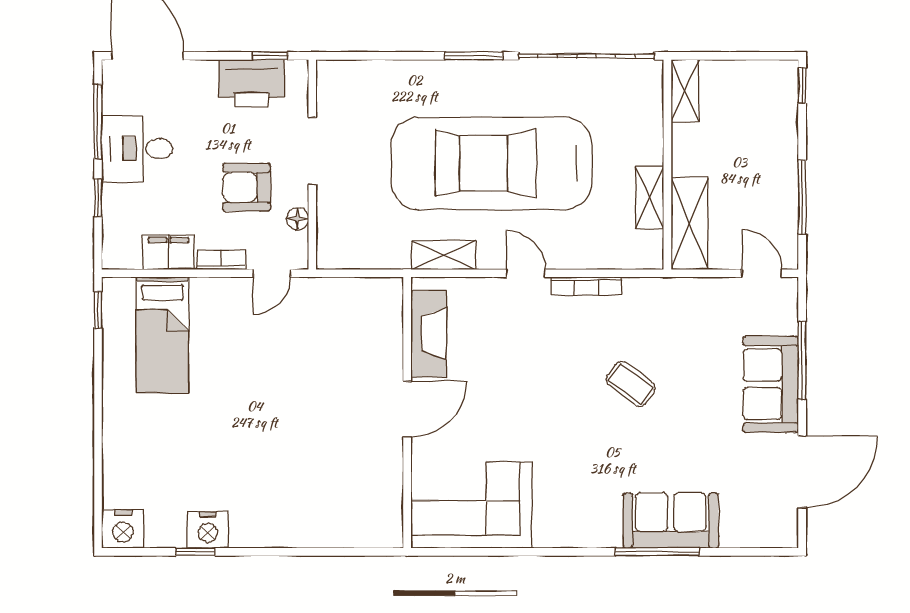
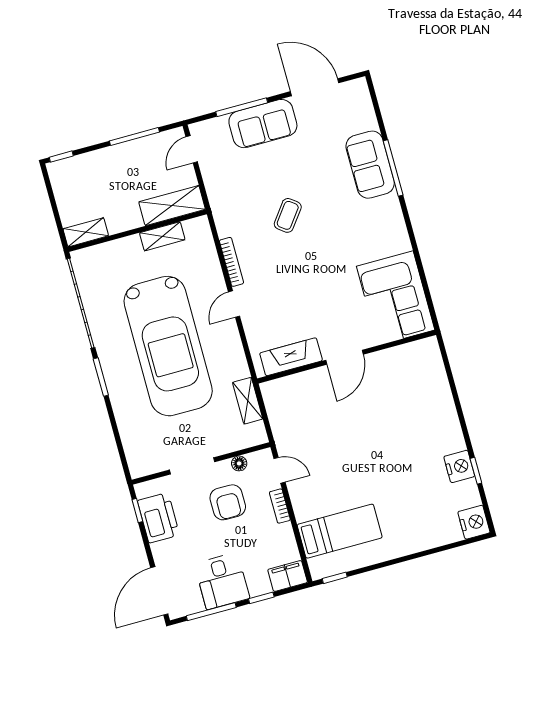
filing cabinet: (169, 252) -> (288, 576), moved, turned 90
shelving: (444, 255) -> (248, 401), moved
door: (407, 409) -> (344, 357), swing flipped

